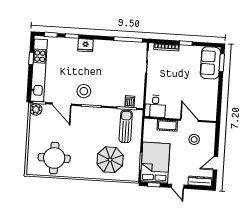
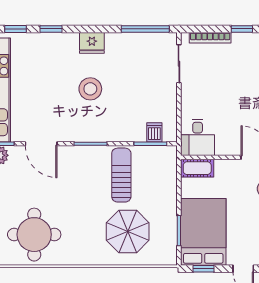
fridge: (86, 45) -> (92, 43), moved
stool: (84, 91) -> (90, 89), moved
cot: (167, 125) -> (197, 168), moved
sun lounger: (126, 126) -> (121, 175), moved

